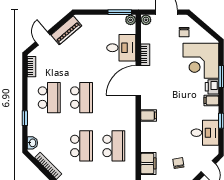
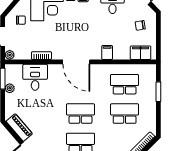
plant: (131, 20) -> (10, 88), moved
door: (138, 80) -> (76, 62), moved
filing cabinet: (149, 115) -> (107, 52), moved

